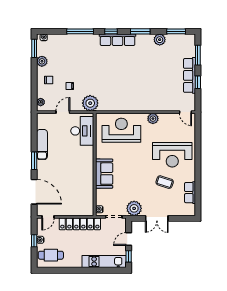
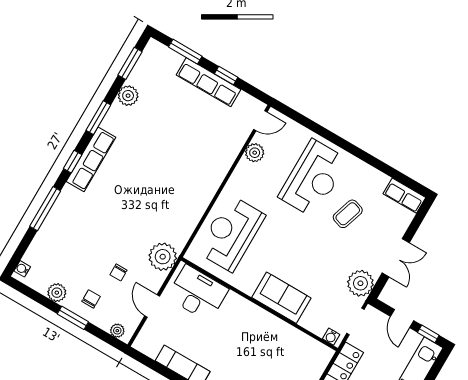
window: (34, 48) -> (73, 318), moved
plant: (153, 119) -> (255, 153), moved
row of seats: (190, 193) -> (404, 196), moved

